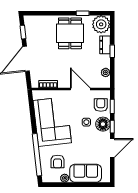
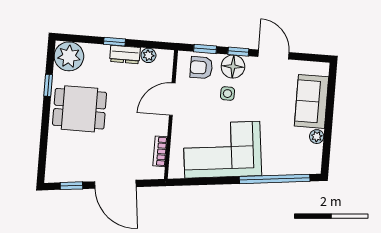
dresser: (105, 45) -> (125, 54), moved
armchair: (58, 162) -> (289, 146), removed

